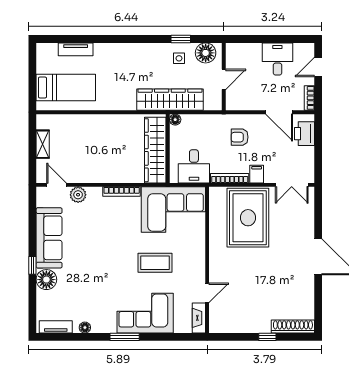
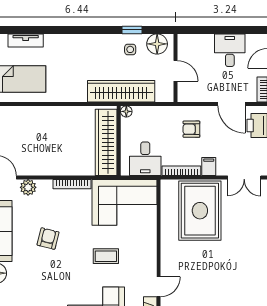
door: (224, 79) -> (176, 71), hinge flipped
armchair: (98, 245) -> (48, 239), added
coffee table: (155, 263) -> (106, 256), width x0.73, depth x0.77

